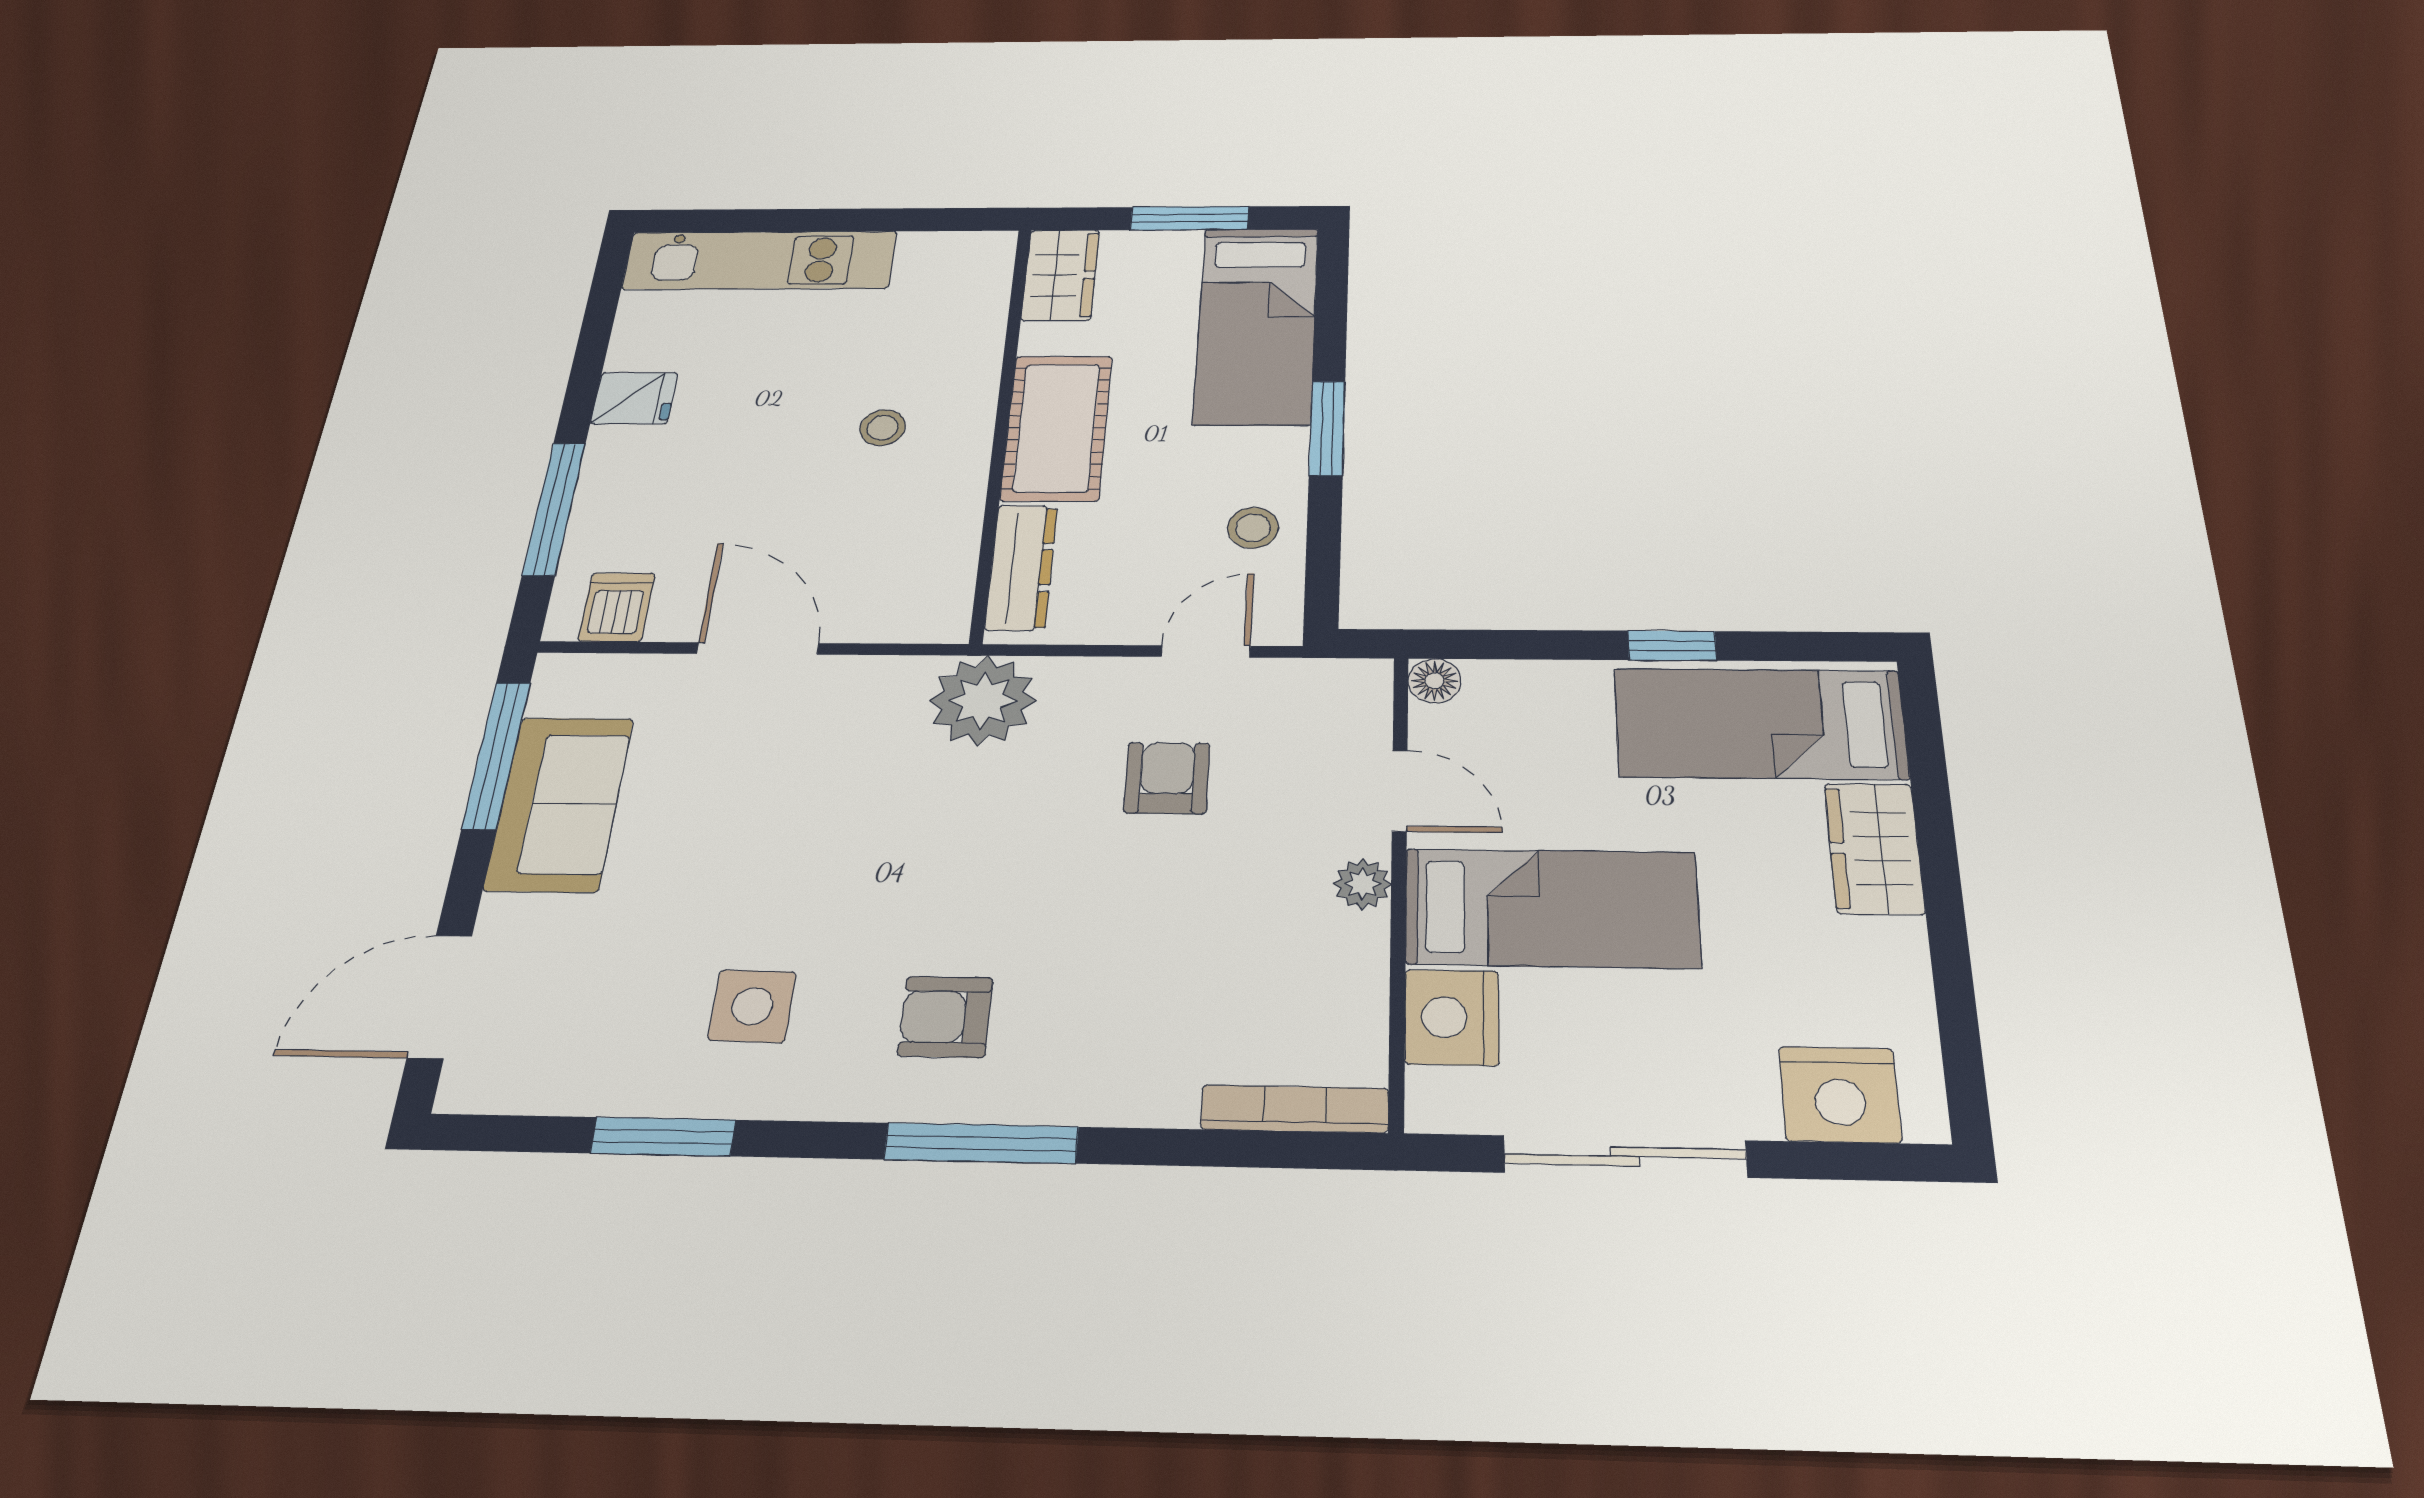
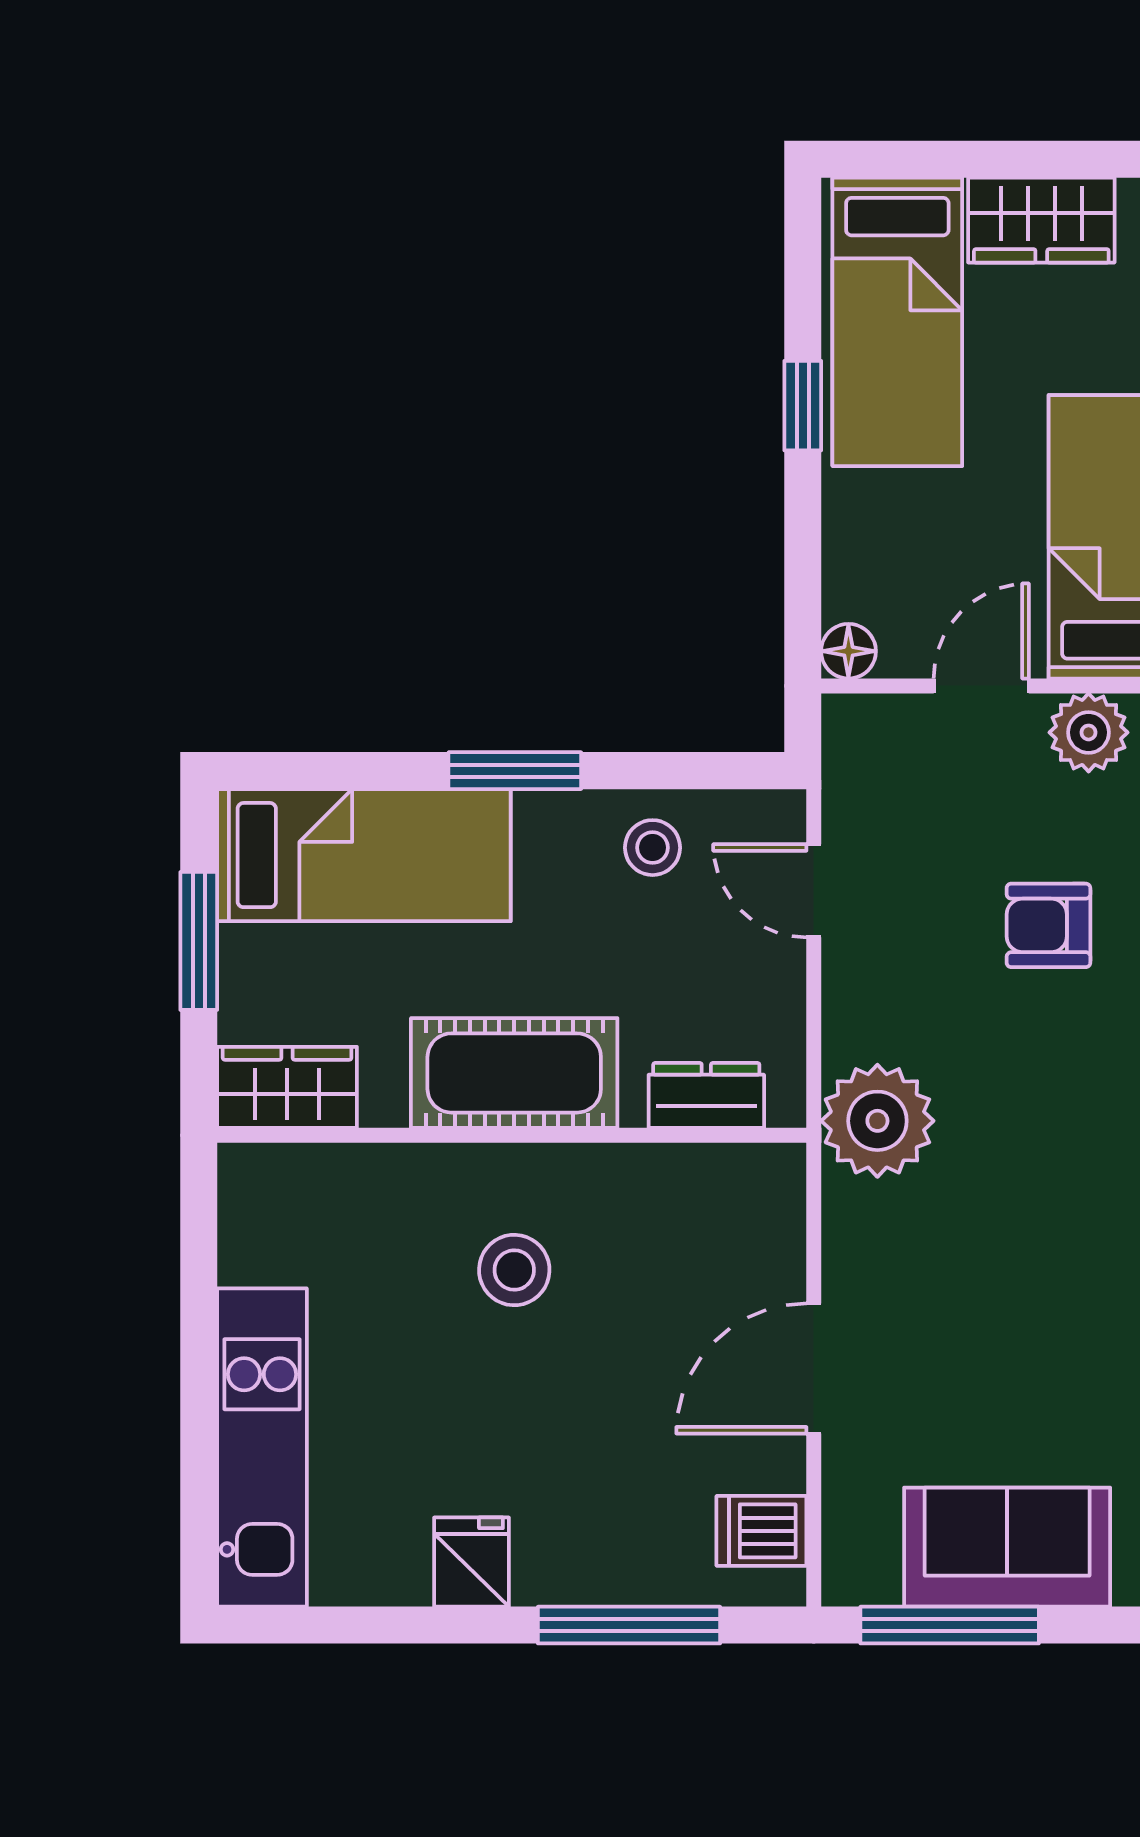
stool: (883, 428) -> (514, 1270), width x1.37, depth x1.37
dresser: (1021, 567) -> (706, 1095), width x0.70
armchair: (1167, 778) -> (1048, 925), moved
plant: (1362, 884) -> (1089, 732), width x1.38, depth x1.38

